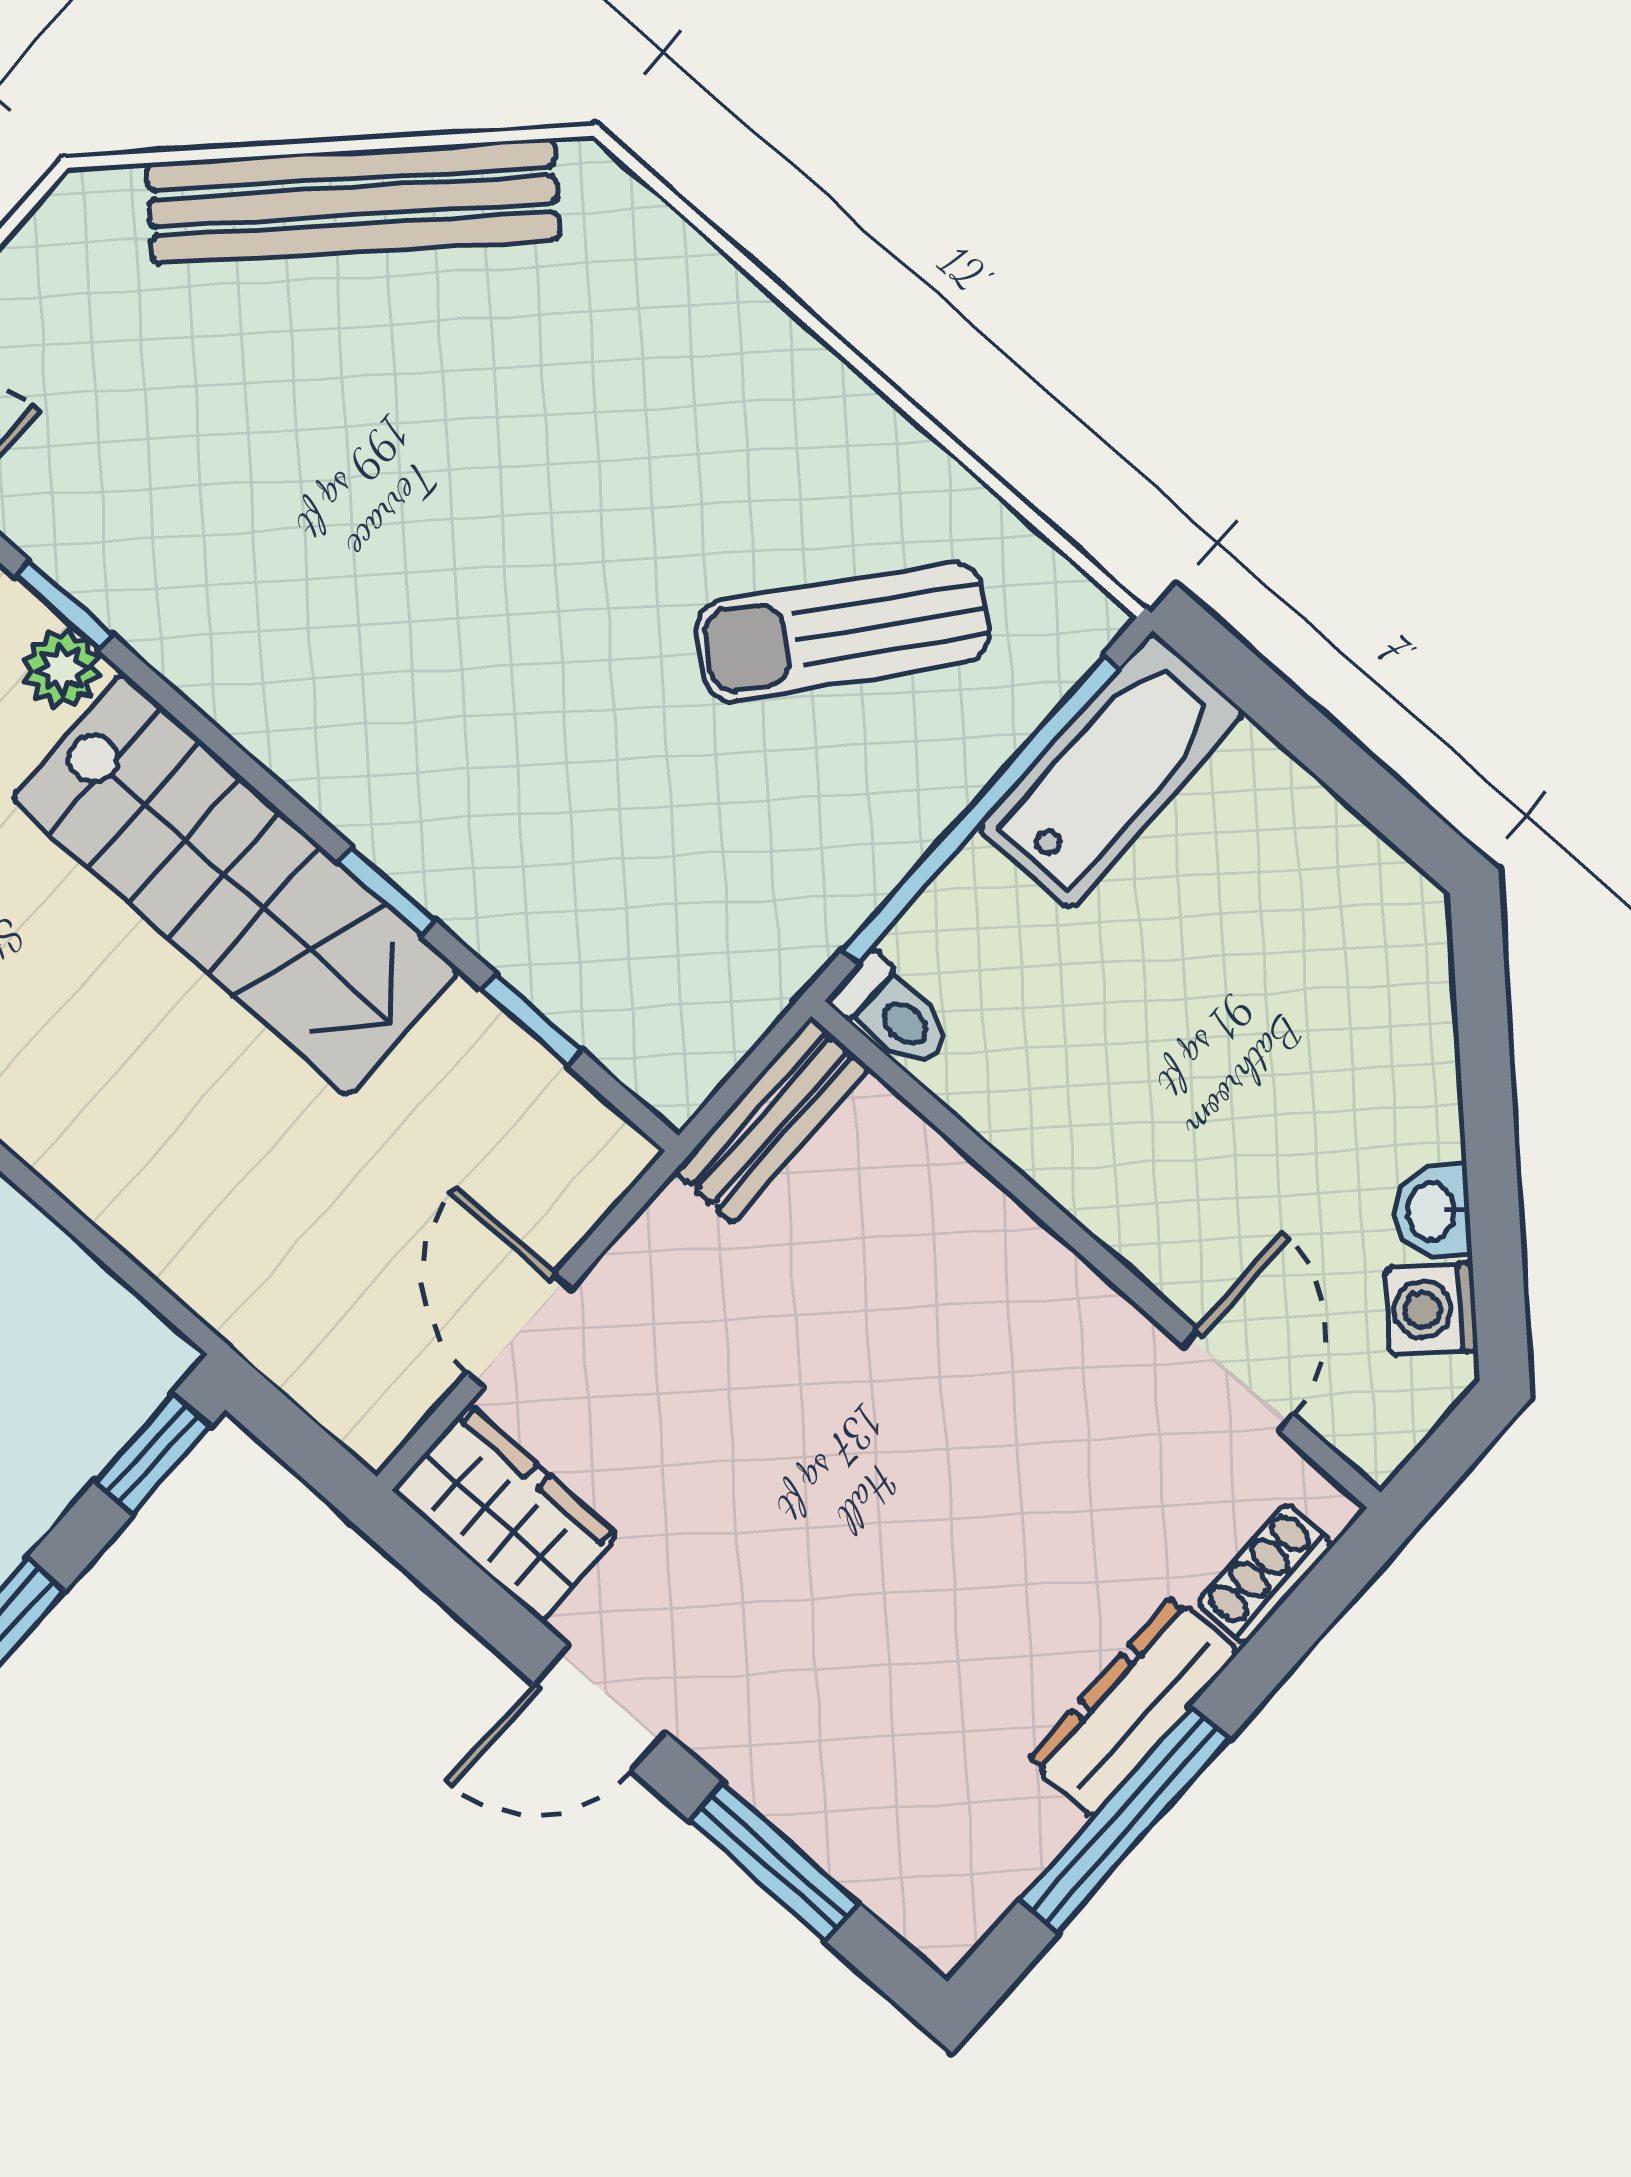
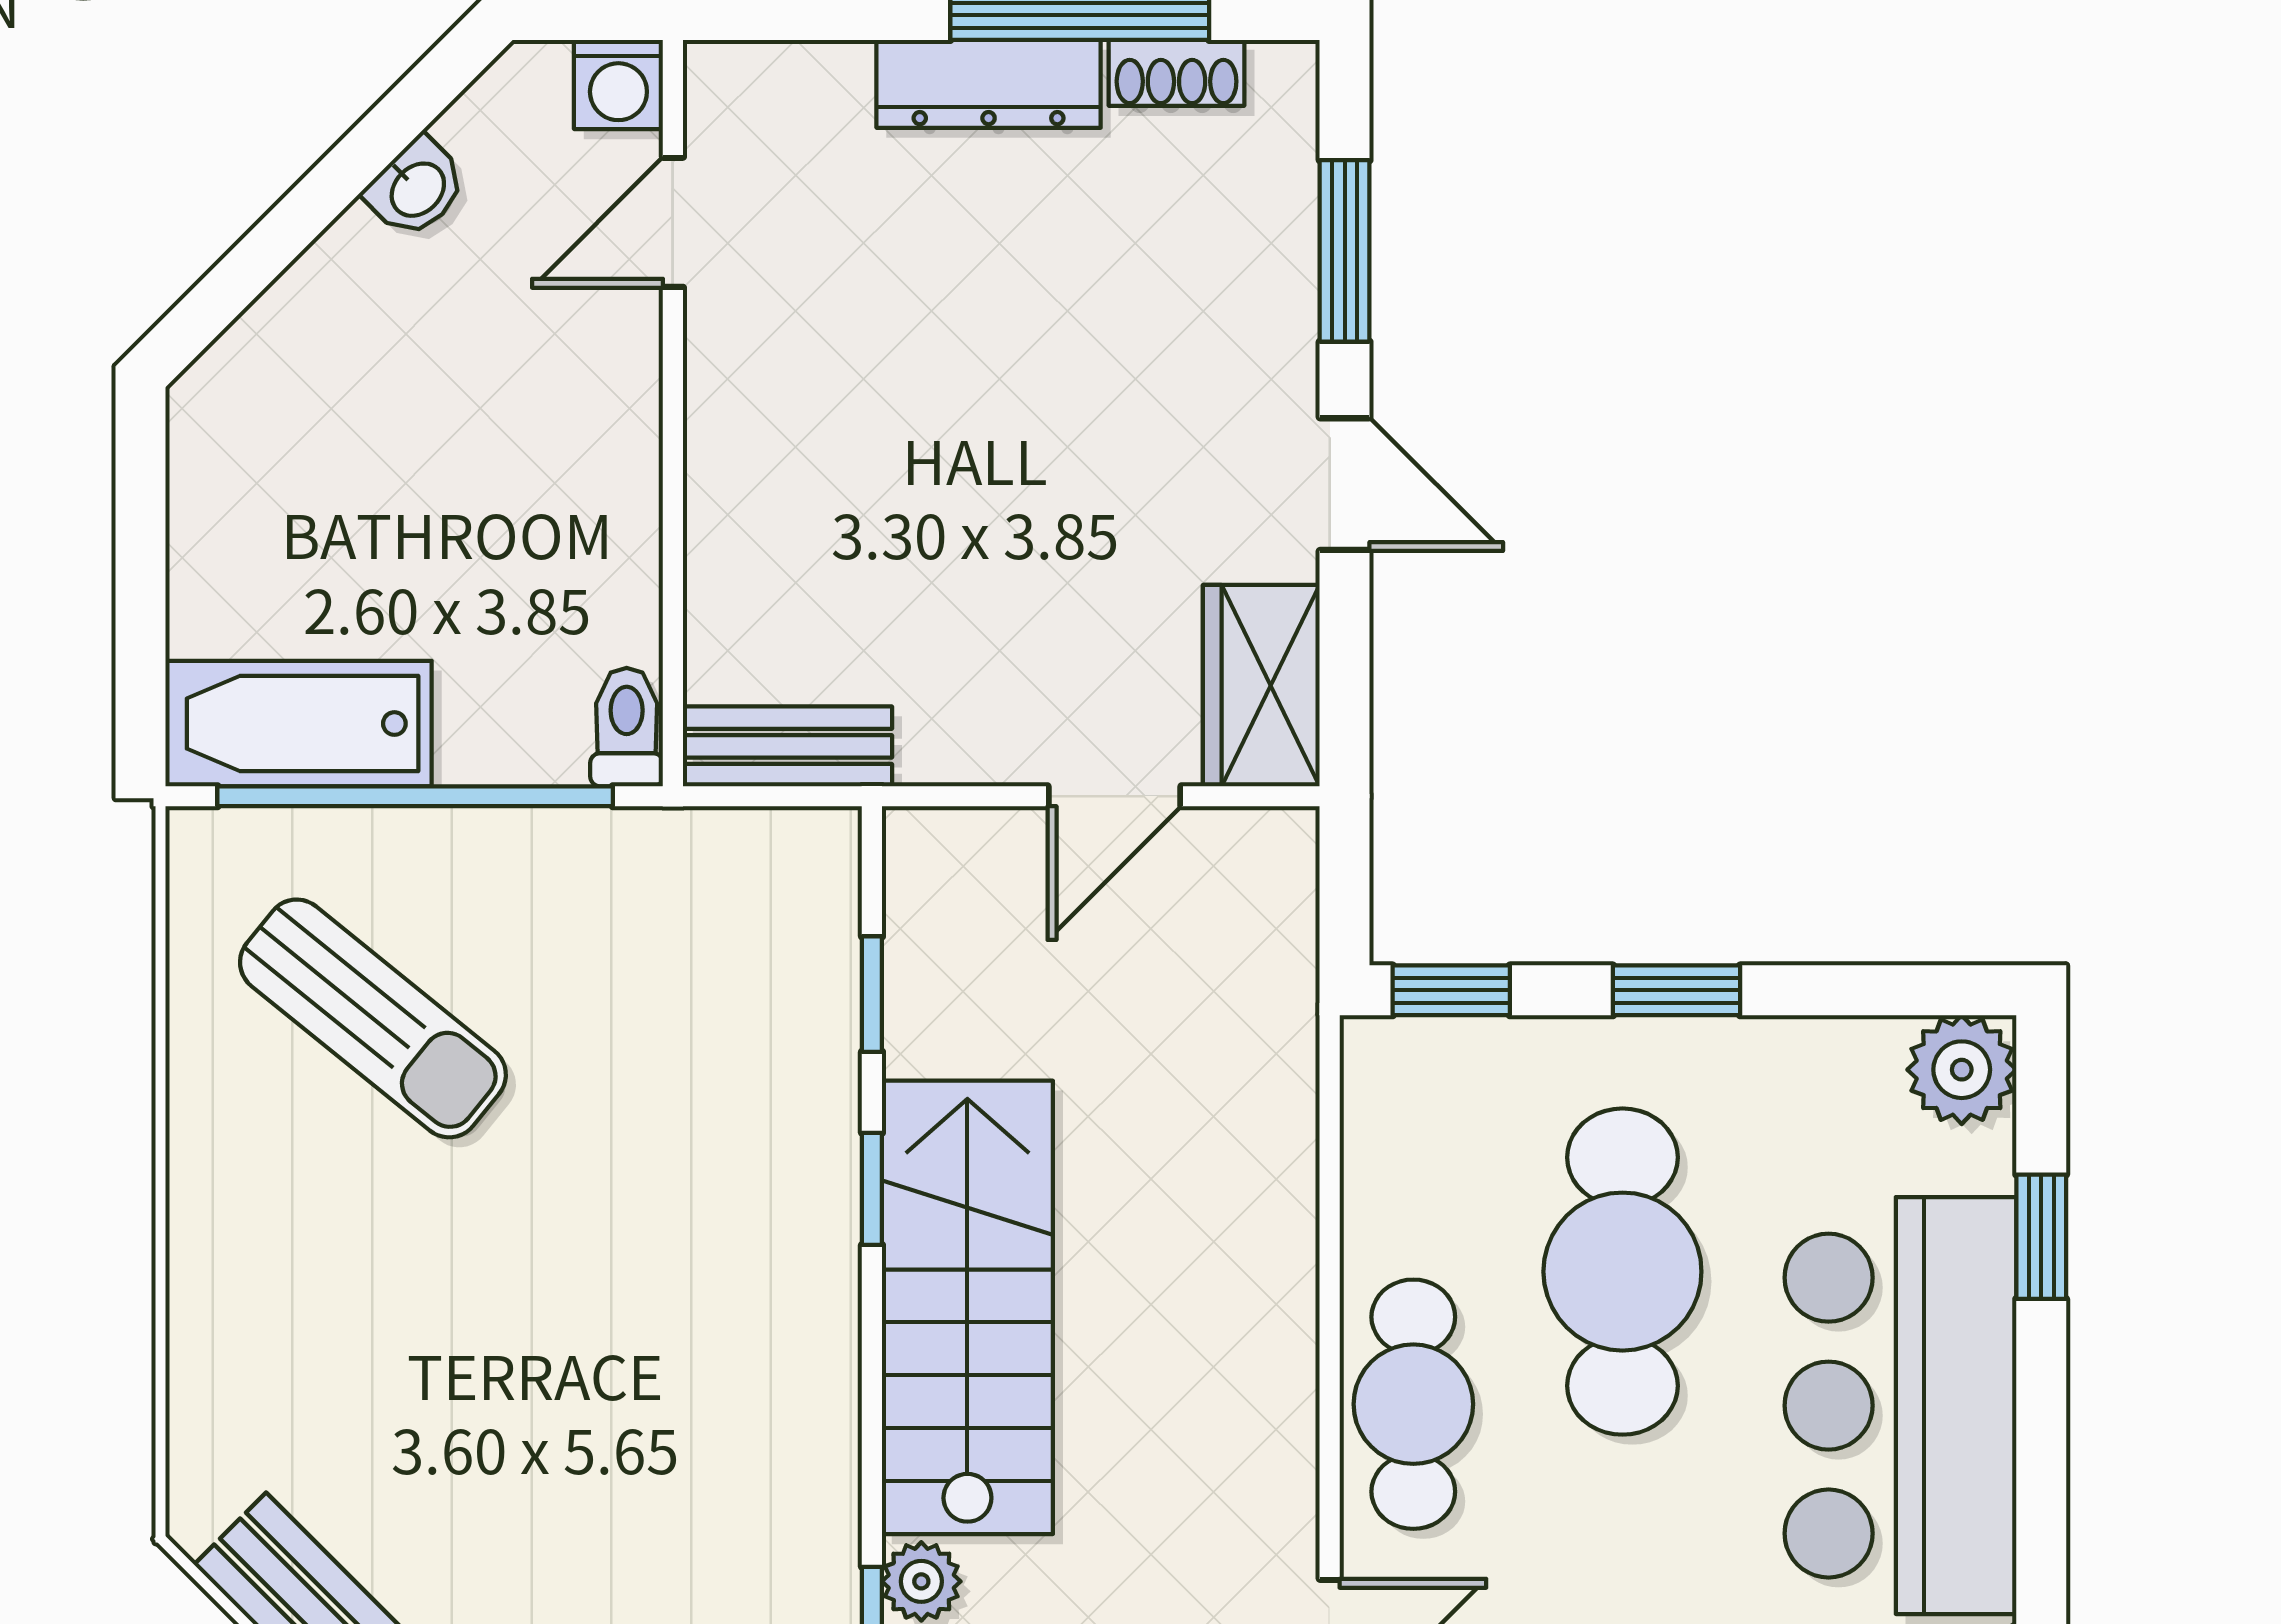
washing machine: (1431, 1309) -> (618, 85), moved, turned 45
shoe rack: (1265, 1574) -> (1177, 73), moved

